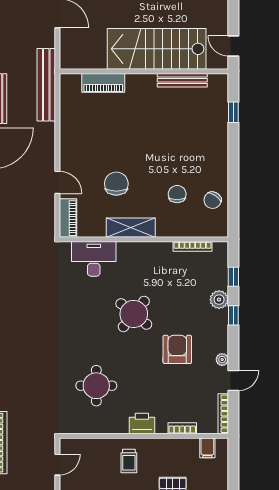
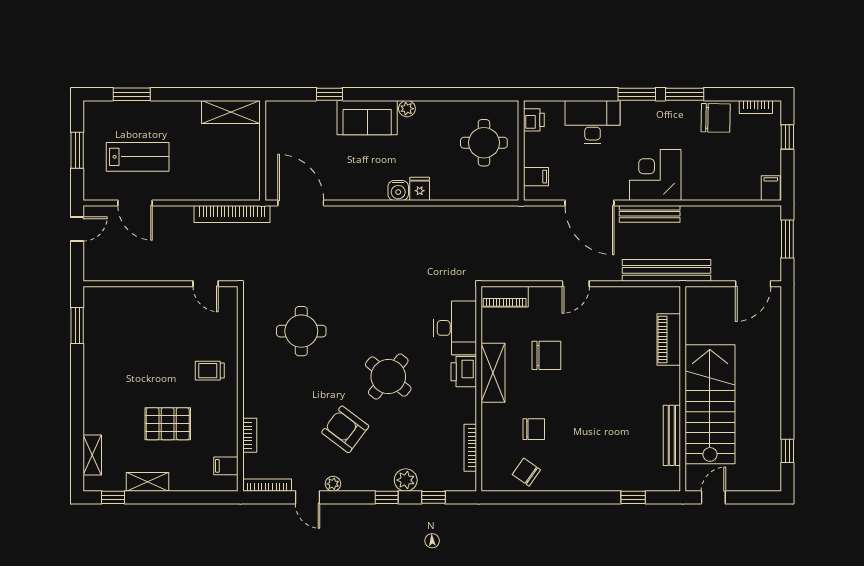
door: (57, 182) -> (576, 284), moved
armchair: (177, 349) -> (345, 429), turned -143
printer: (142, 423) -> (464, 372), moved, turned 180

